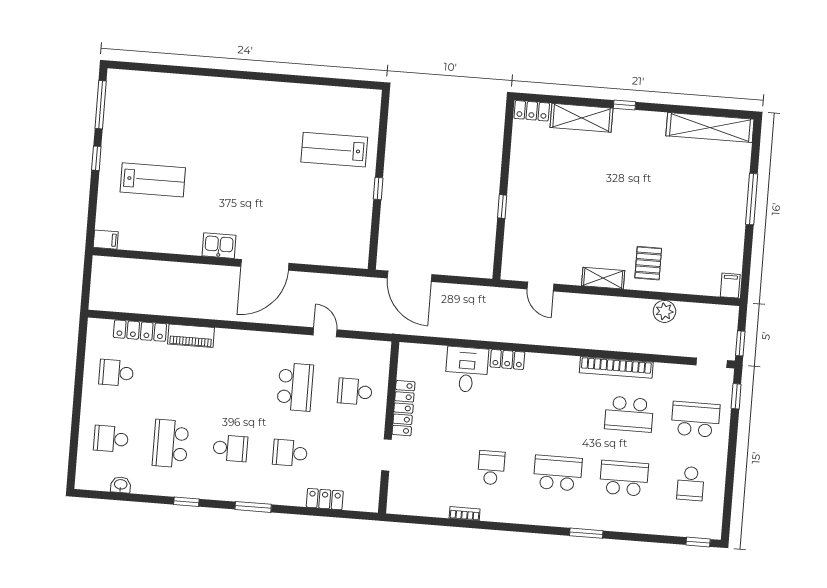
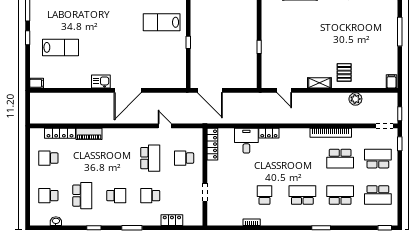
locker: (403, 408) -> (212, 144), moved
school desk: (171, 444) -> (82, 196), turned 180
school desk: (690, 483) -> (378, 195), width x1.85

